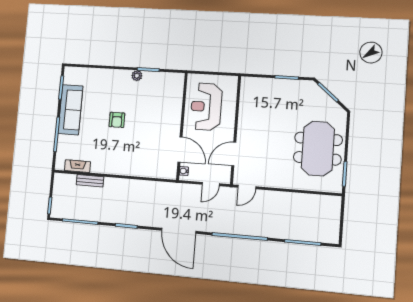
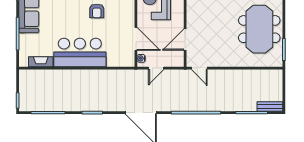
armchair: (117, 120) -> (97, 11), moved
bar counter: (119, 159) -> (80, 53), added
bench: (90, 181) -> (270, 106), moved
door: (211, 184) -> (156, 68), moved
door: (247, 187) -> (199, 68), hinge flipped

